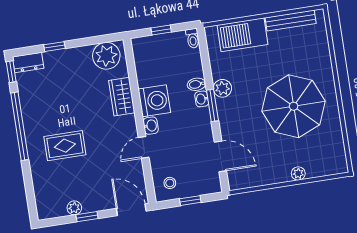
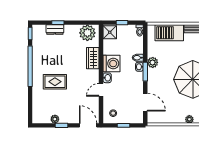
shower: (143, 49) -> (110, 32), added
dresser: (28, 62) -> (55, 30), moved

